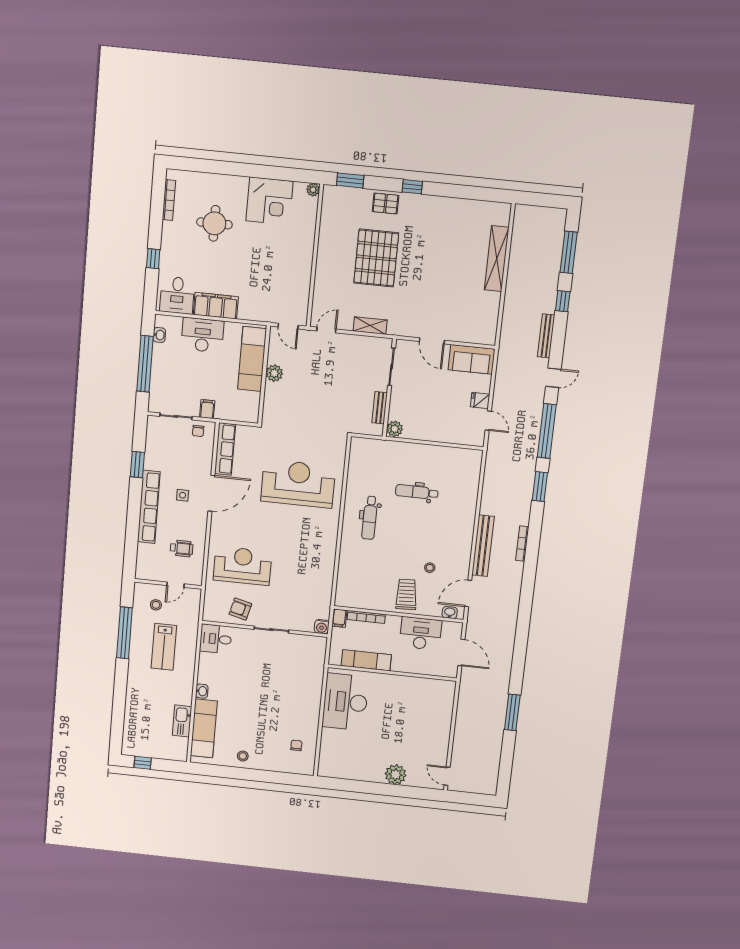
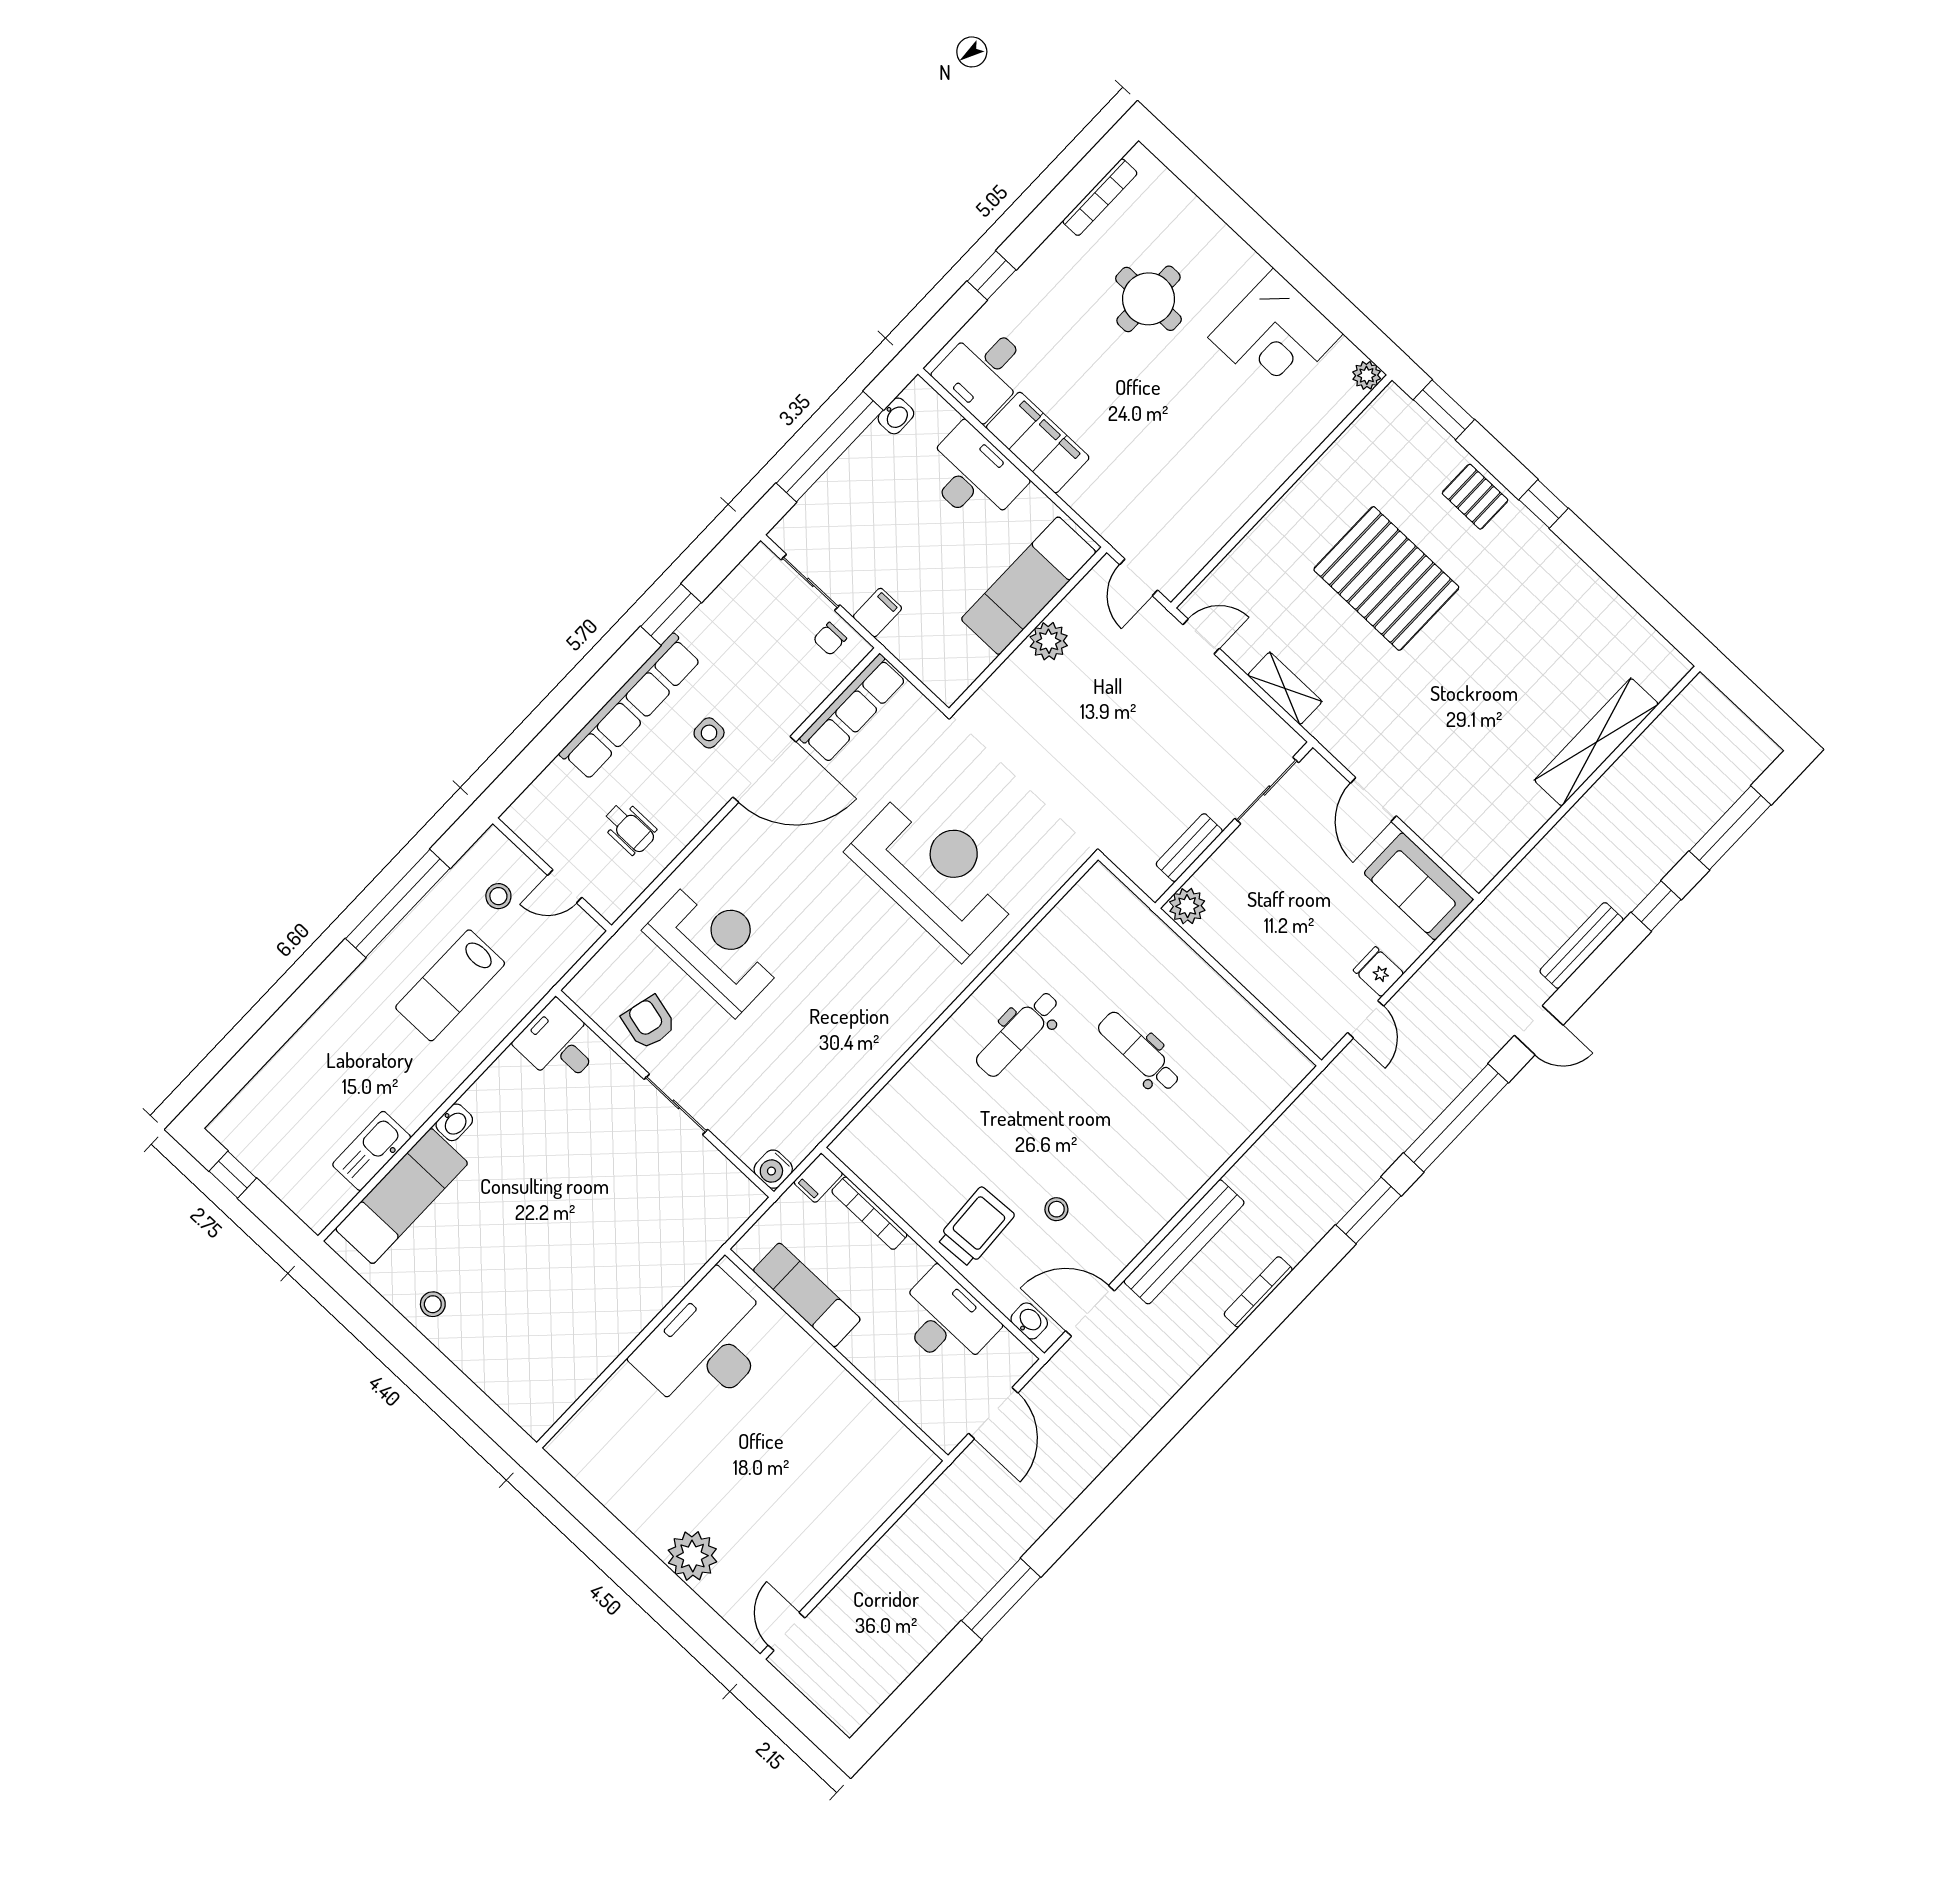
pallet: (376, 258) -> (1386, 578), turned 90
chair: (296, 745) -> (550, 1360), removed

